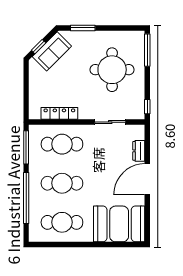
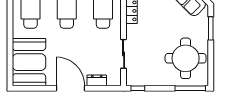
round table: (112, 70) -> (186, 58), moved

